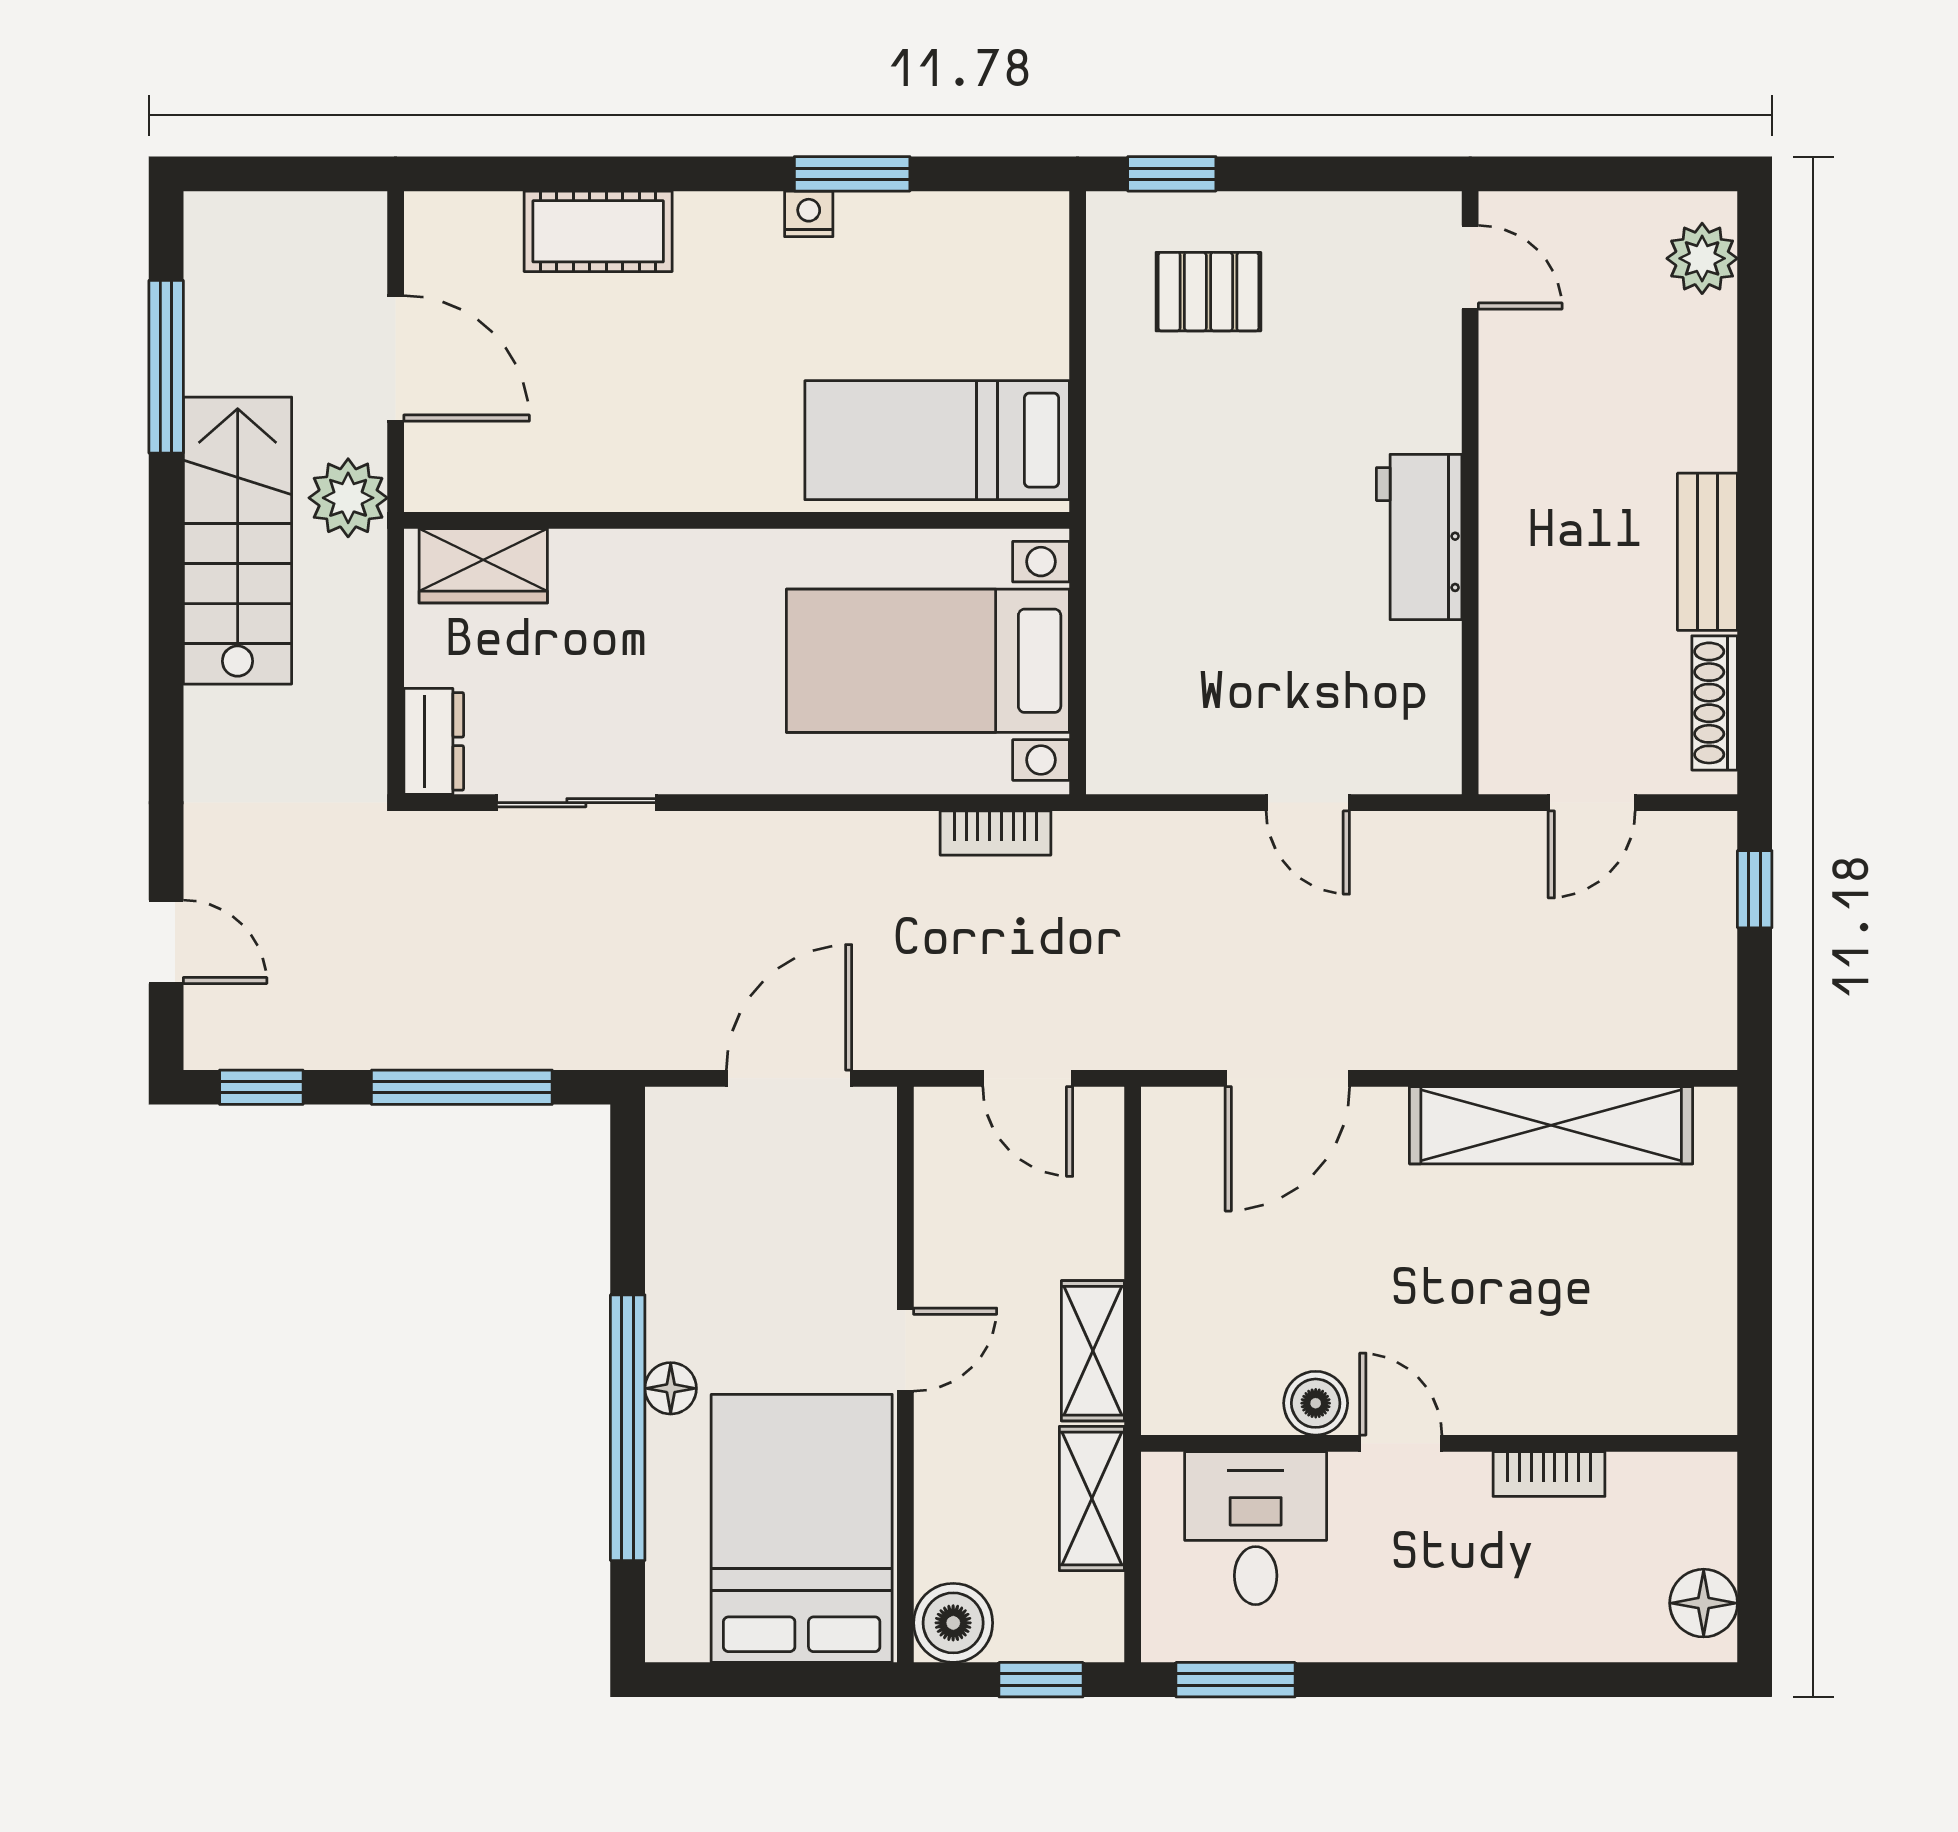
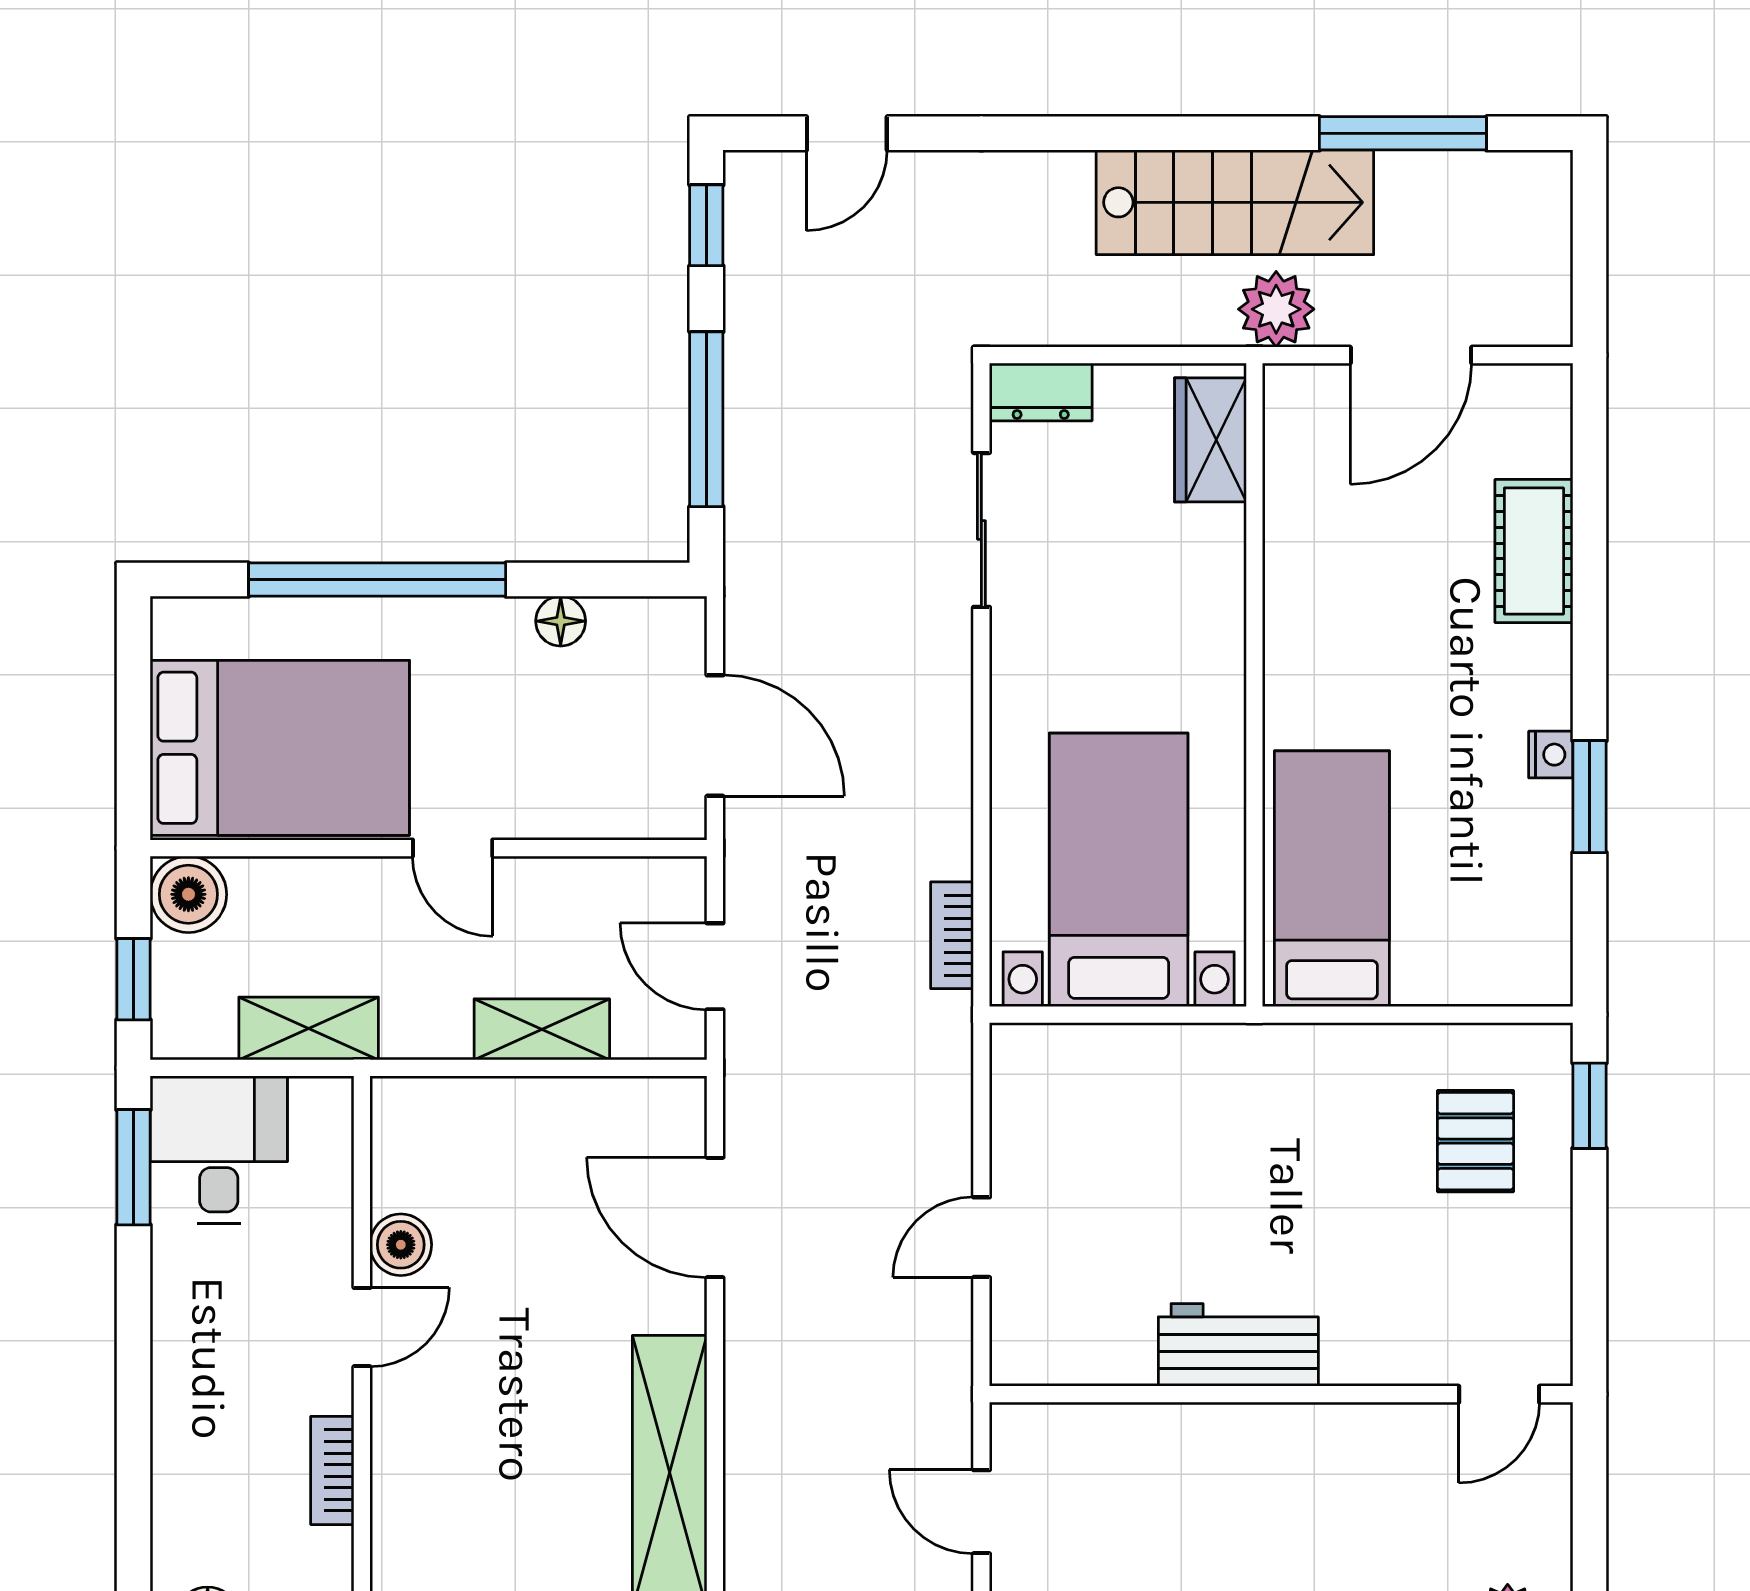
door: (1028, 1078) -> (715, 966), hinge flipped
shelving: (1093, 1351) -> (542, 1029), moved
floor lamp: (671, 1388) -> (561, 621), moved
desk: (1256, 1528) -> (219, 1150), moved, turned -90

